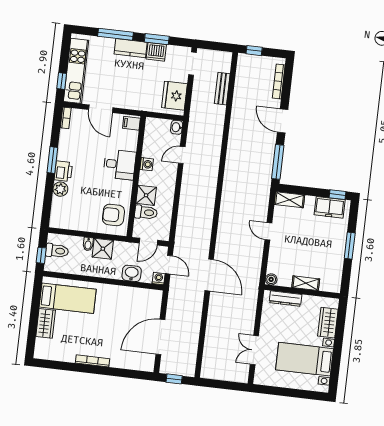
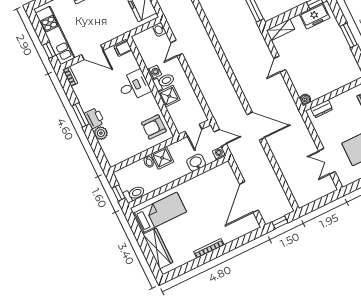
toilet: (146, 212) -> (164, 82), moved
door: (268, 231) -> (280, 64), hinge flipped
toilet: (57, 251) -> (134, 194), moved
shelving: (306, 283) -> (333, 85), removed
dresser: (285, 299) -> (322, 109), width x0.70
wardrobe: (46, 323) -> (158, 248), width x1.50

